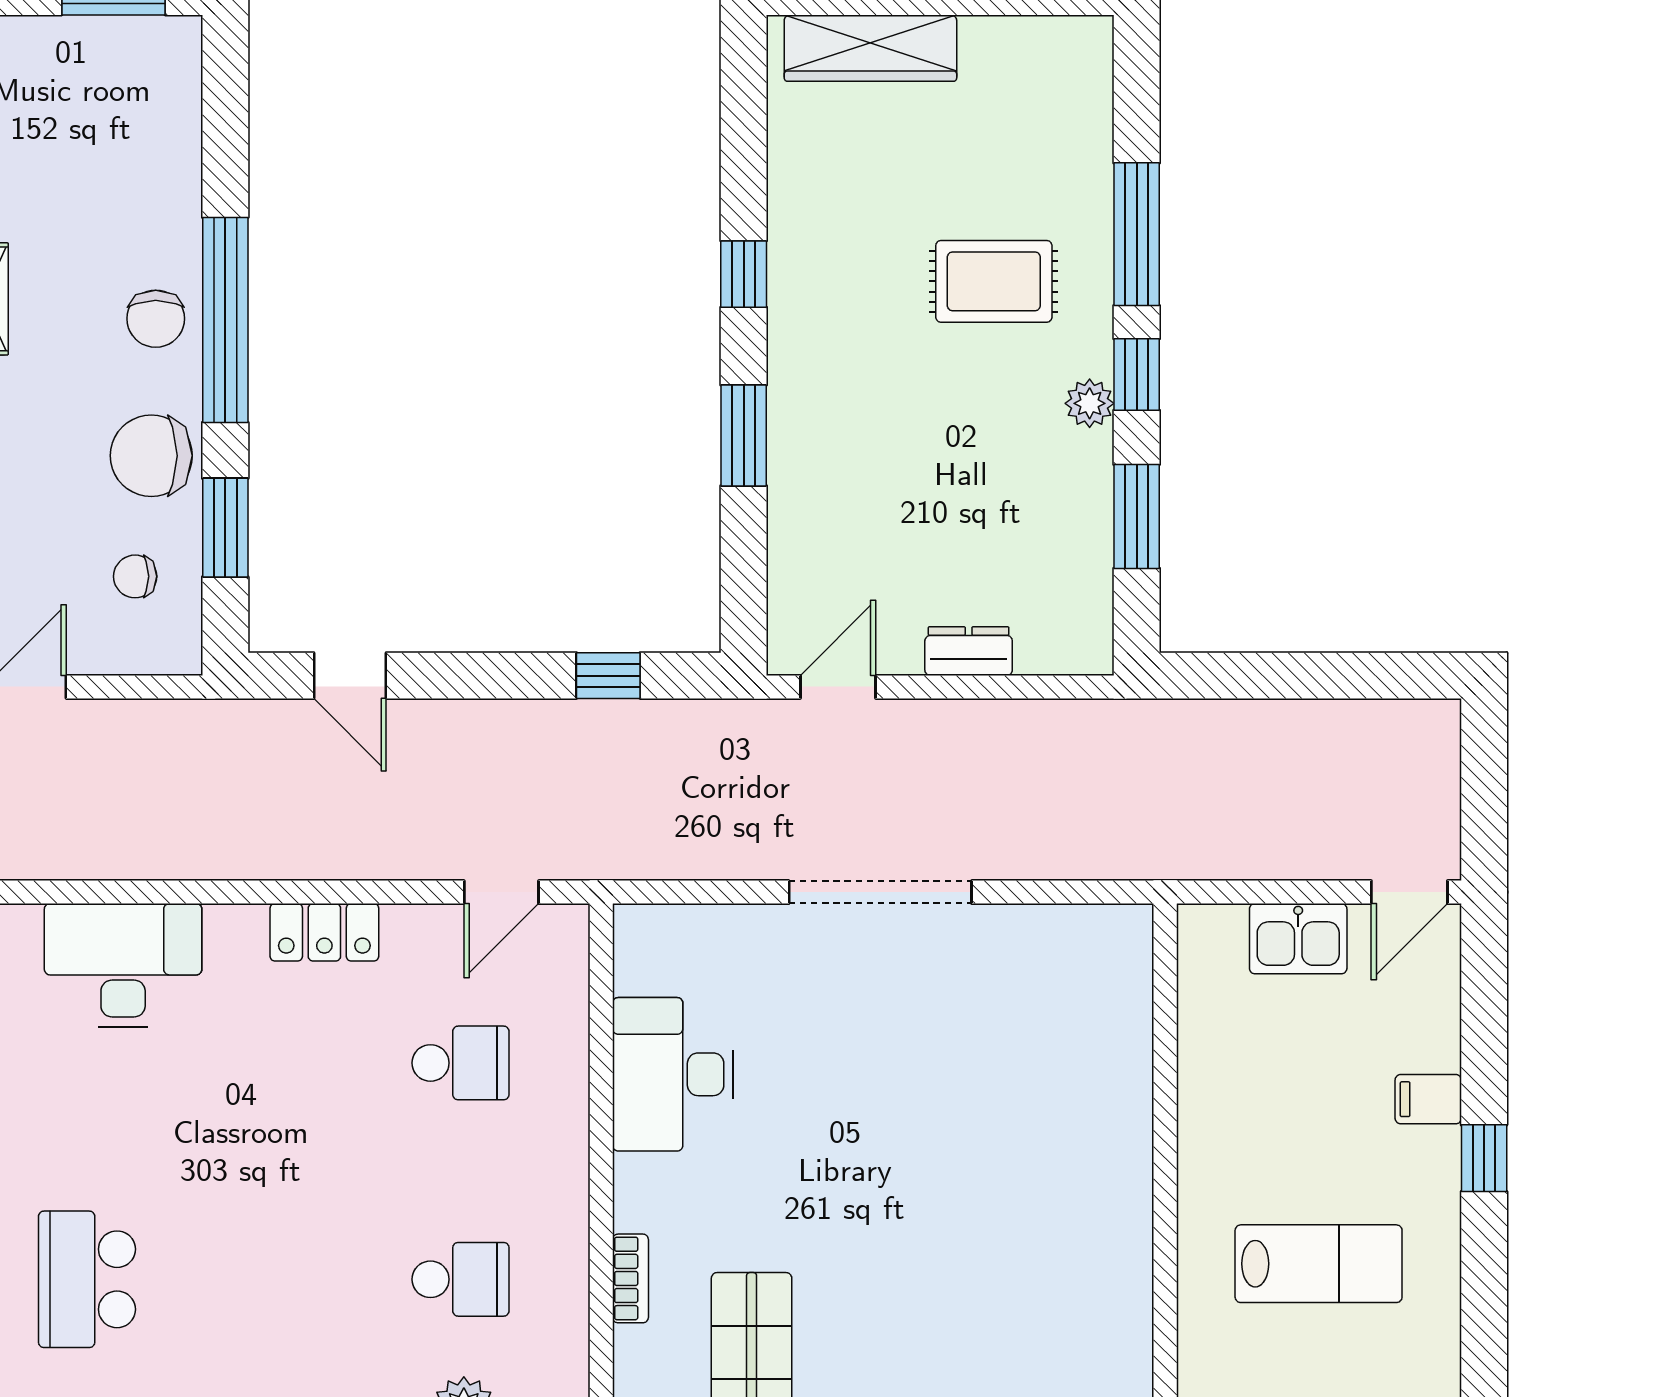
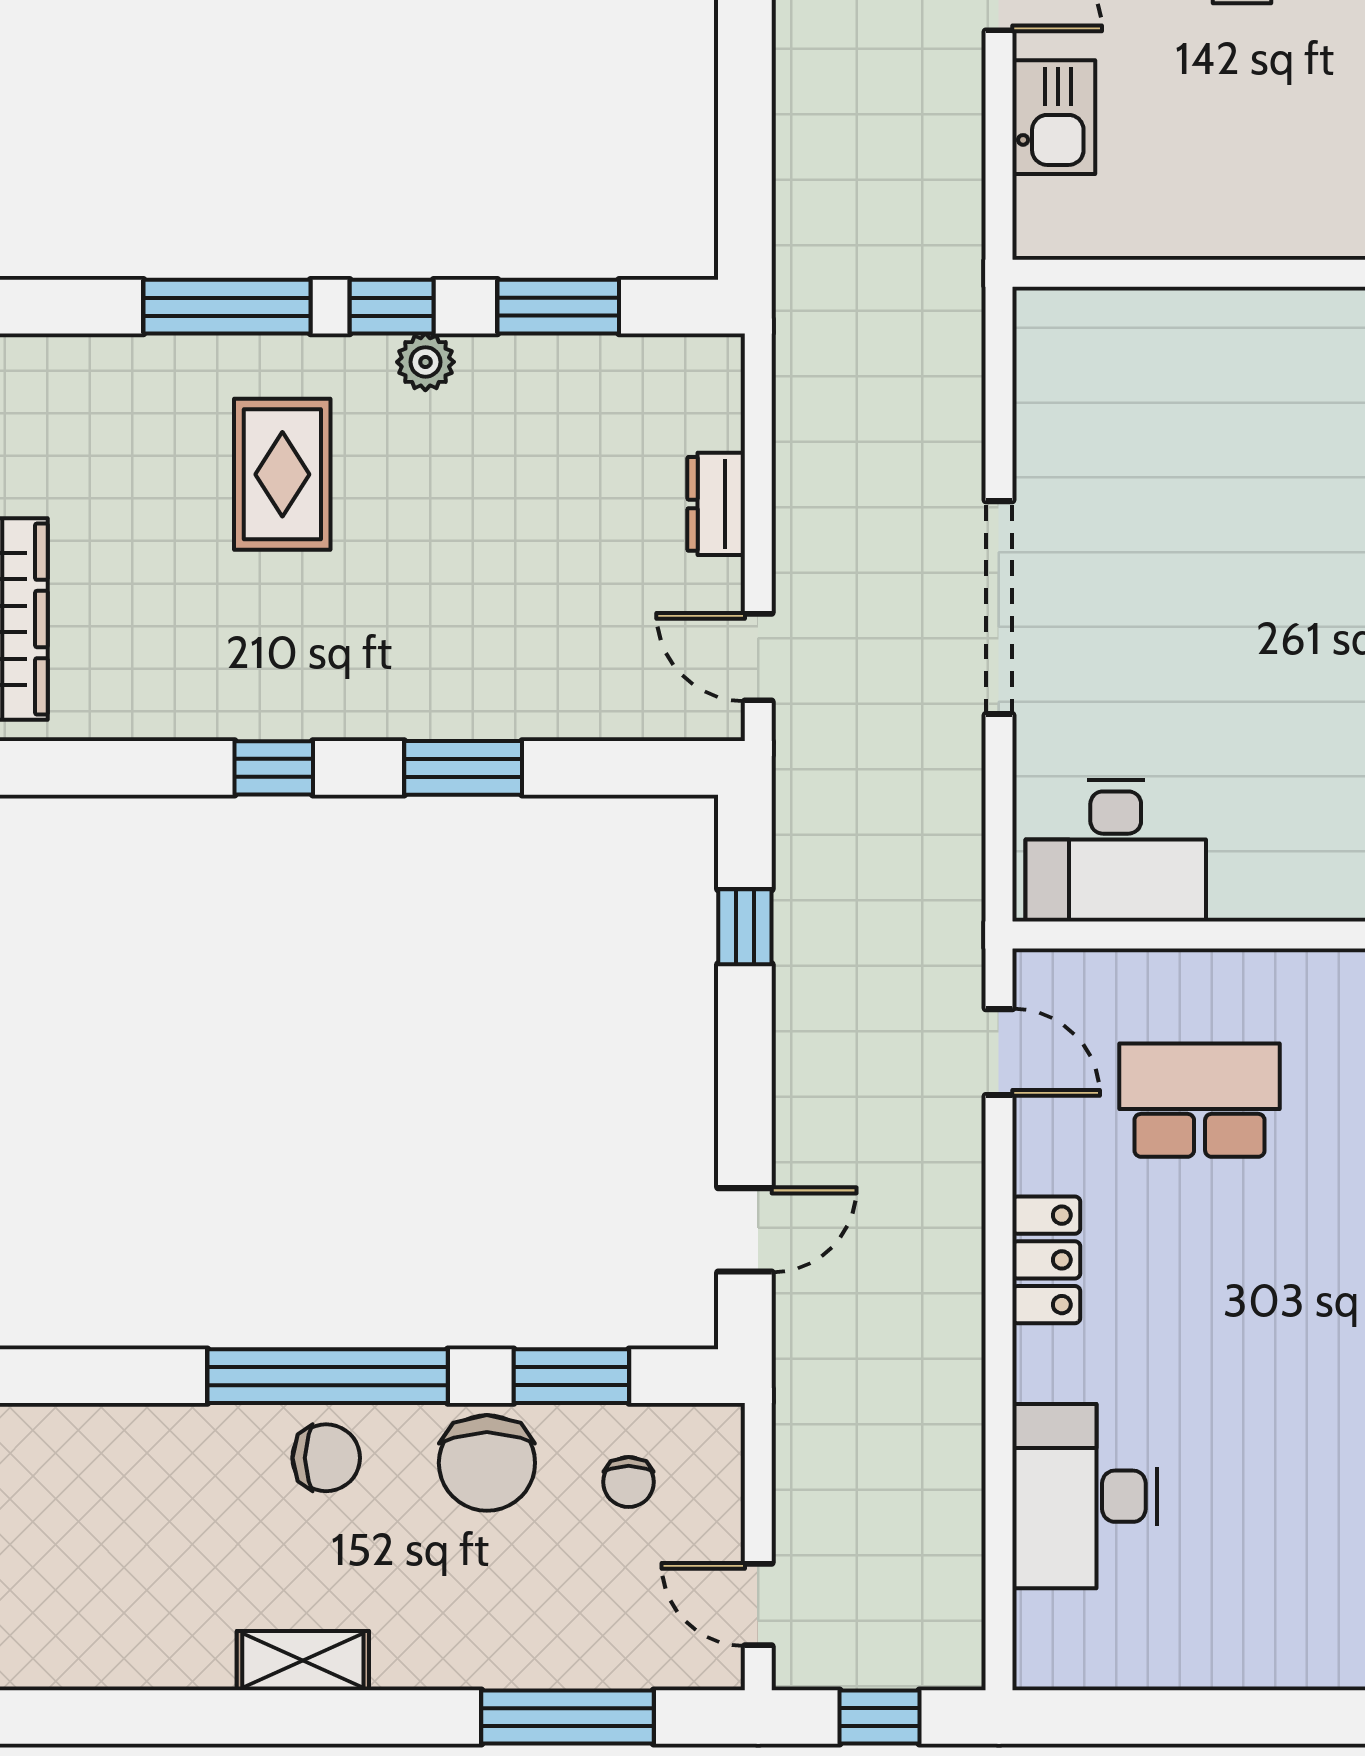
school desk: (461, 1063) -> (1200, 1100), width x1.85
desk: (673, 1074) -> (1116, 851), moved

